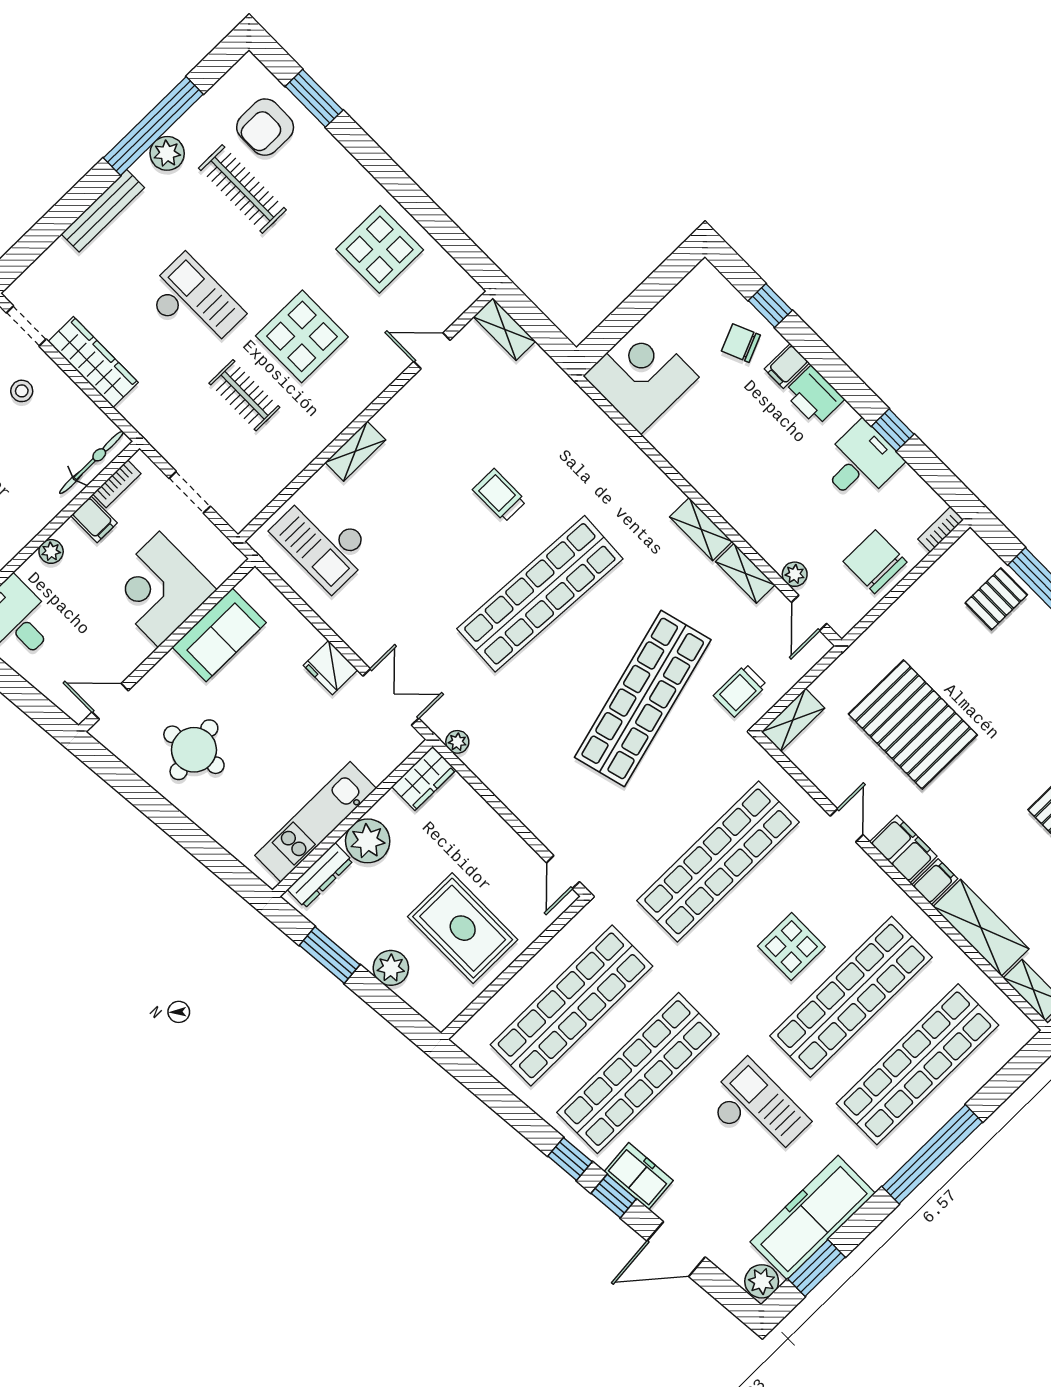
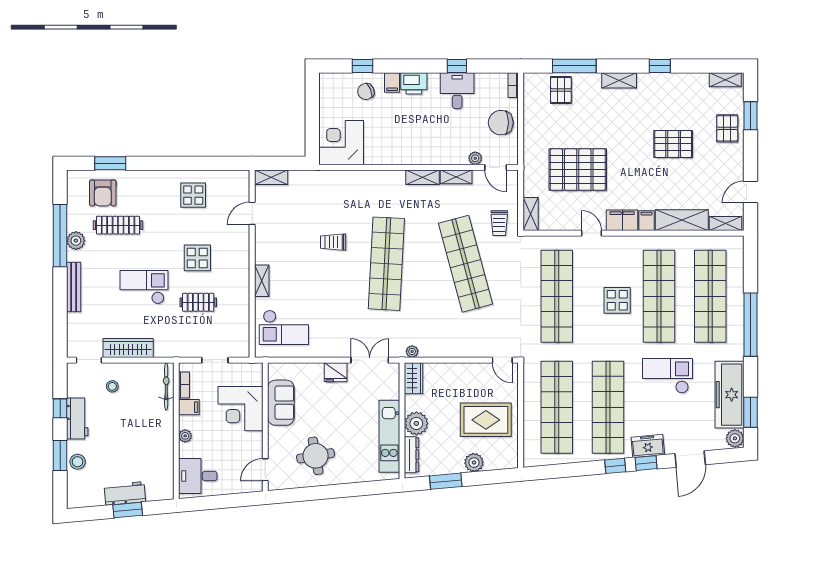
display table: (380, 249) -> (193, 195), width x0.73, depth x0.73
display table: (302, 336) -> (197, 258), width x0.73, depth x0.73

